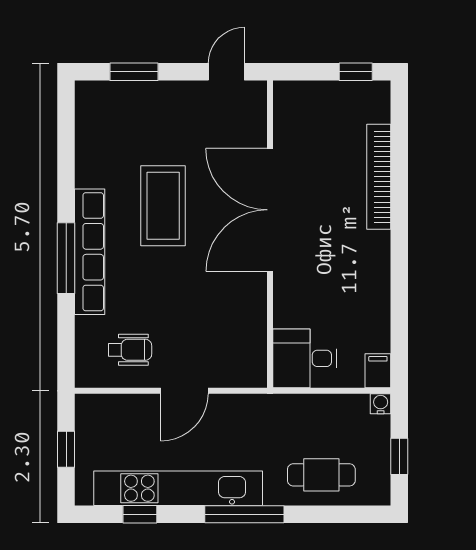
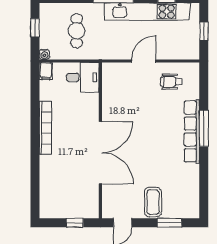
window: (356, 72) -> (75, 223), moved
bookcase: (379, 177) -> (45, 128), moved
coffee table: (163, 206) -> (153, 202), moved, width x0.73, depth x0.76
cafe table: (321, 475) -> (77, 31), moved, turned 90

